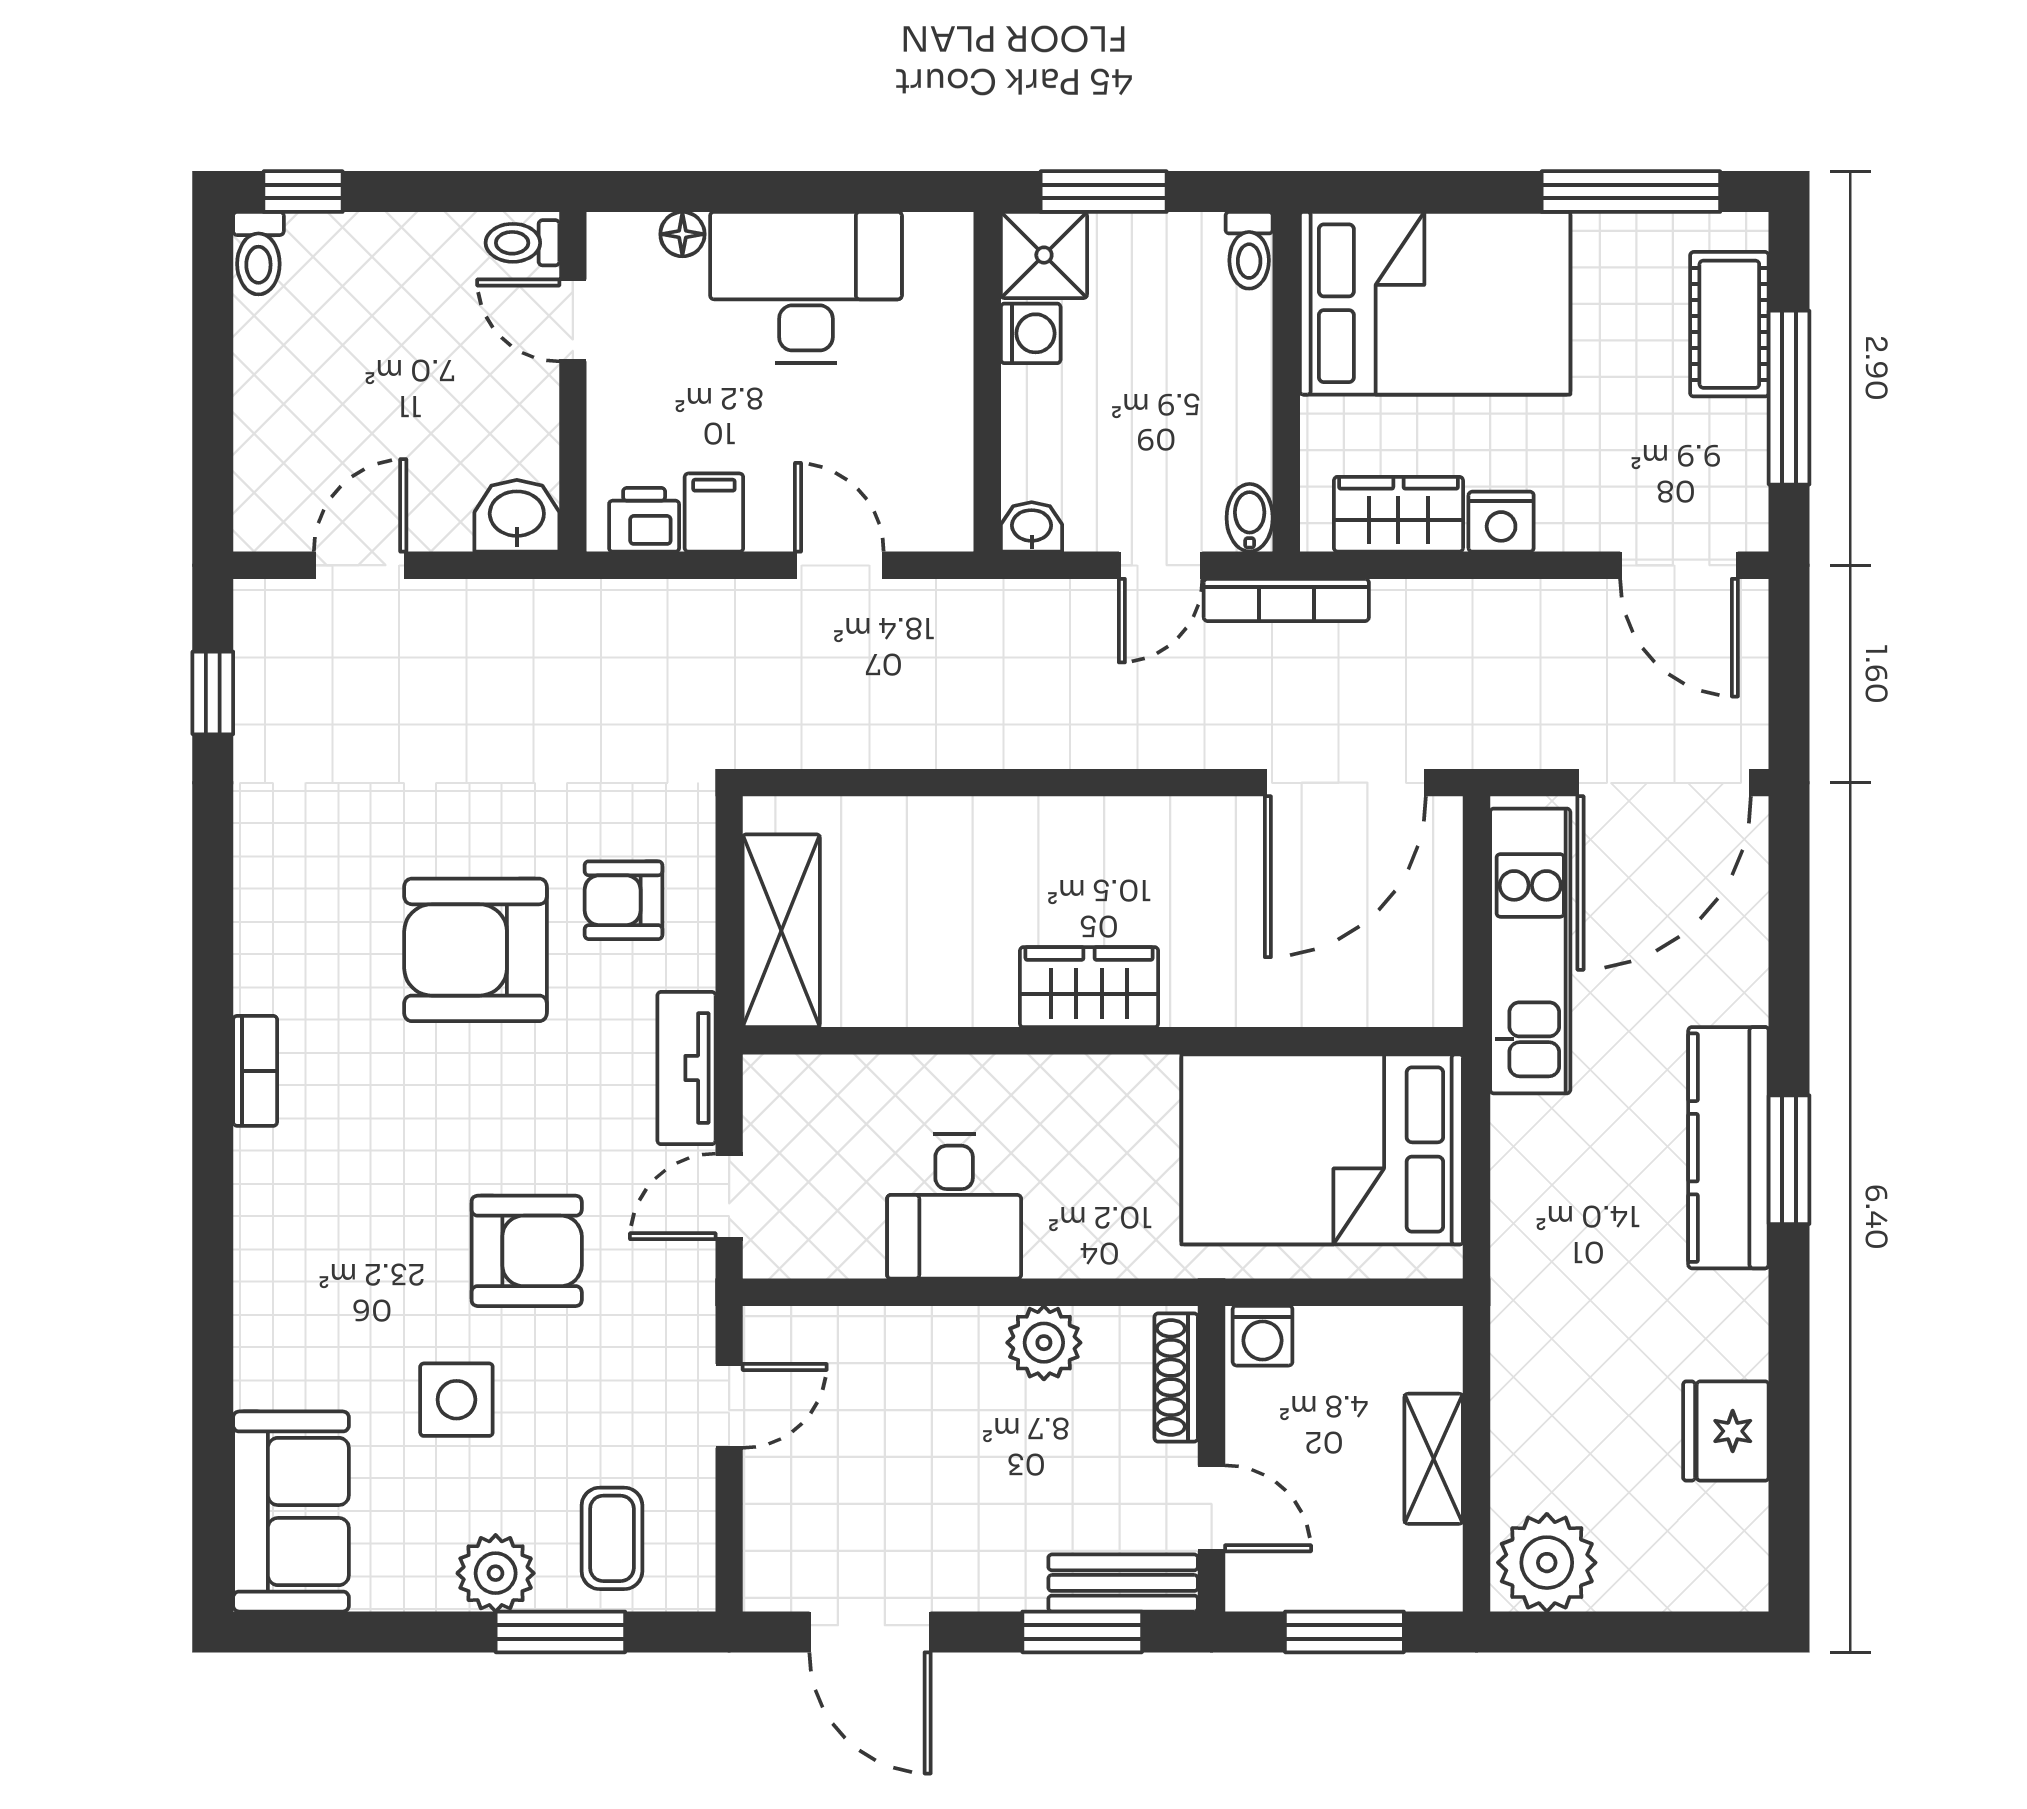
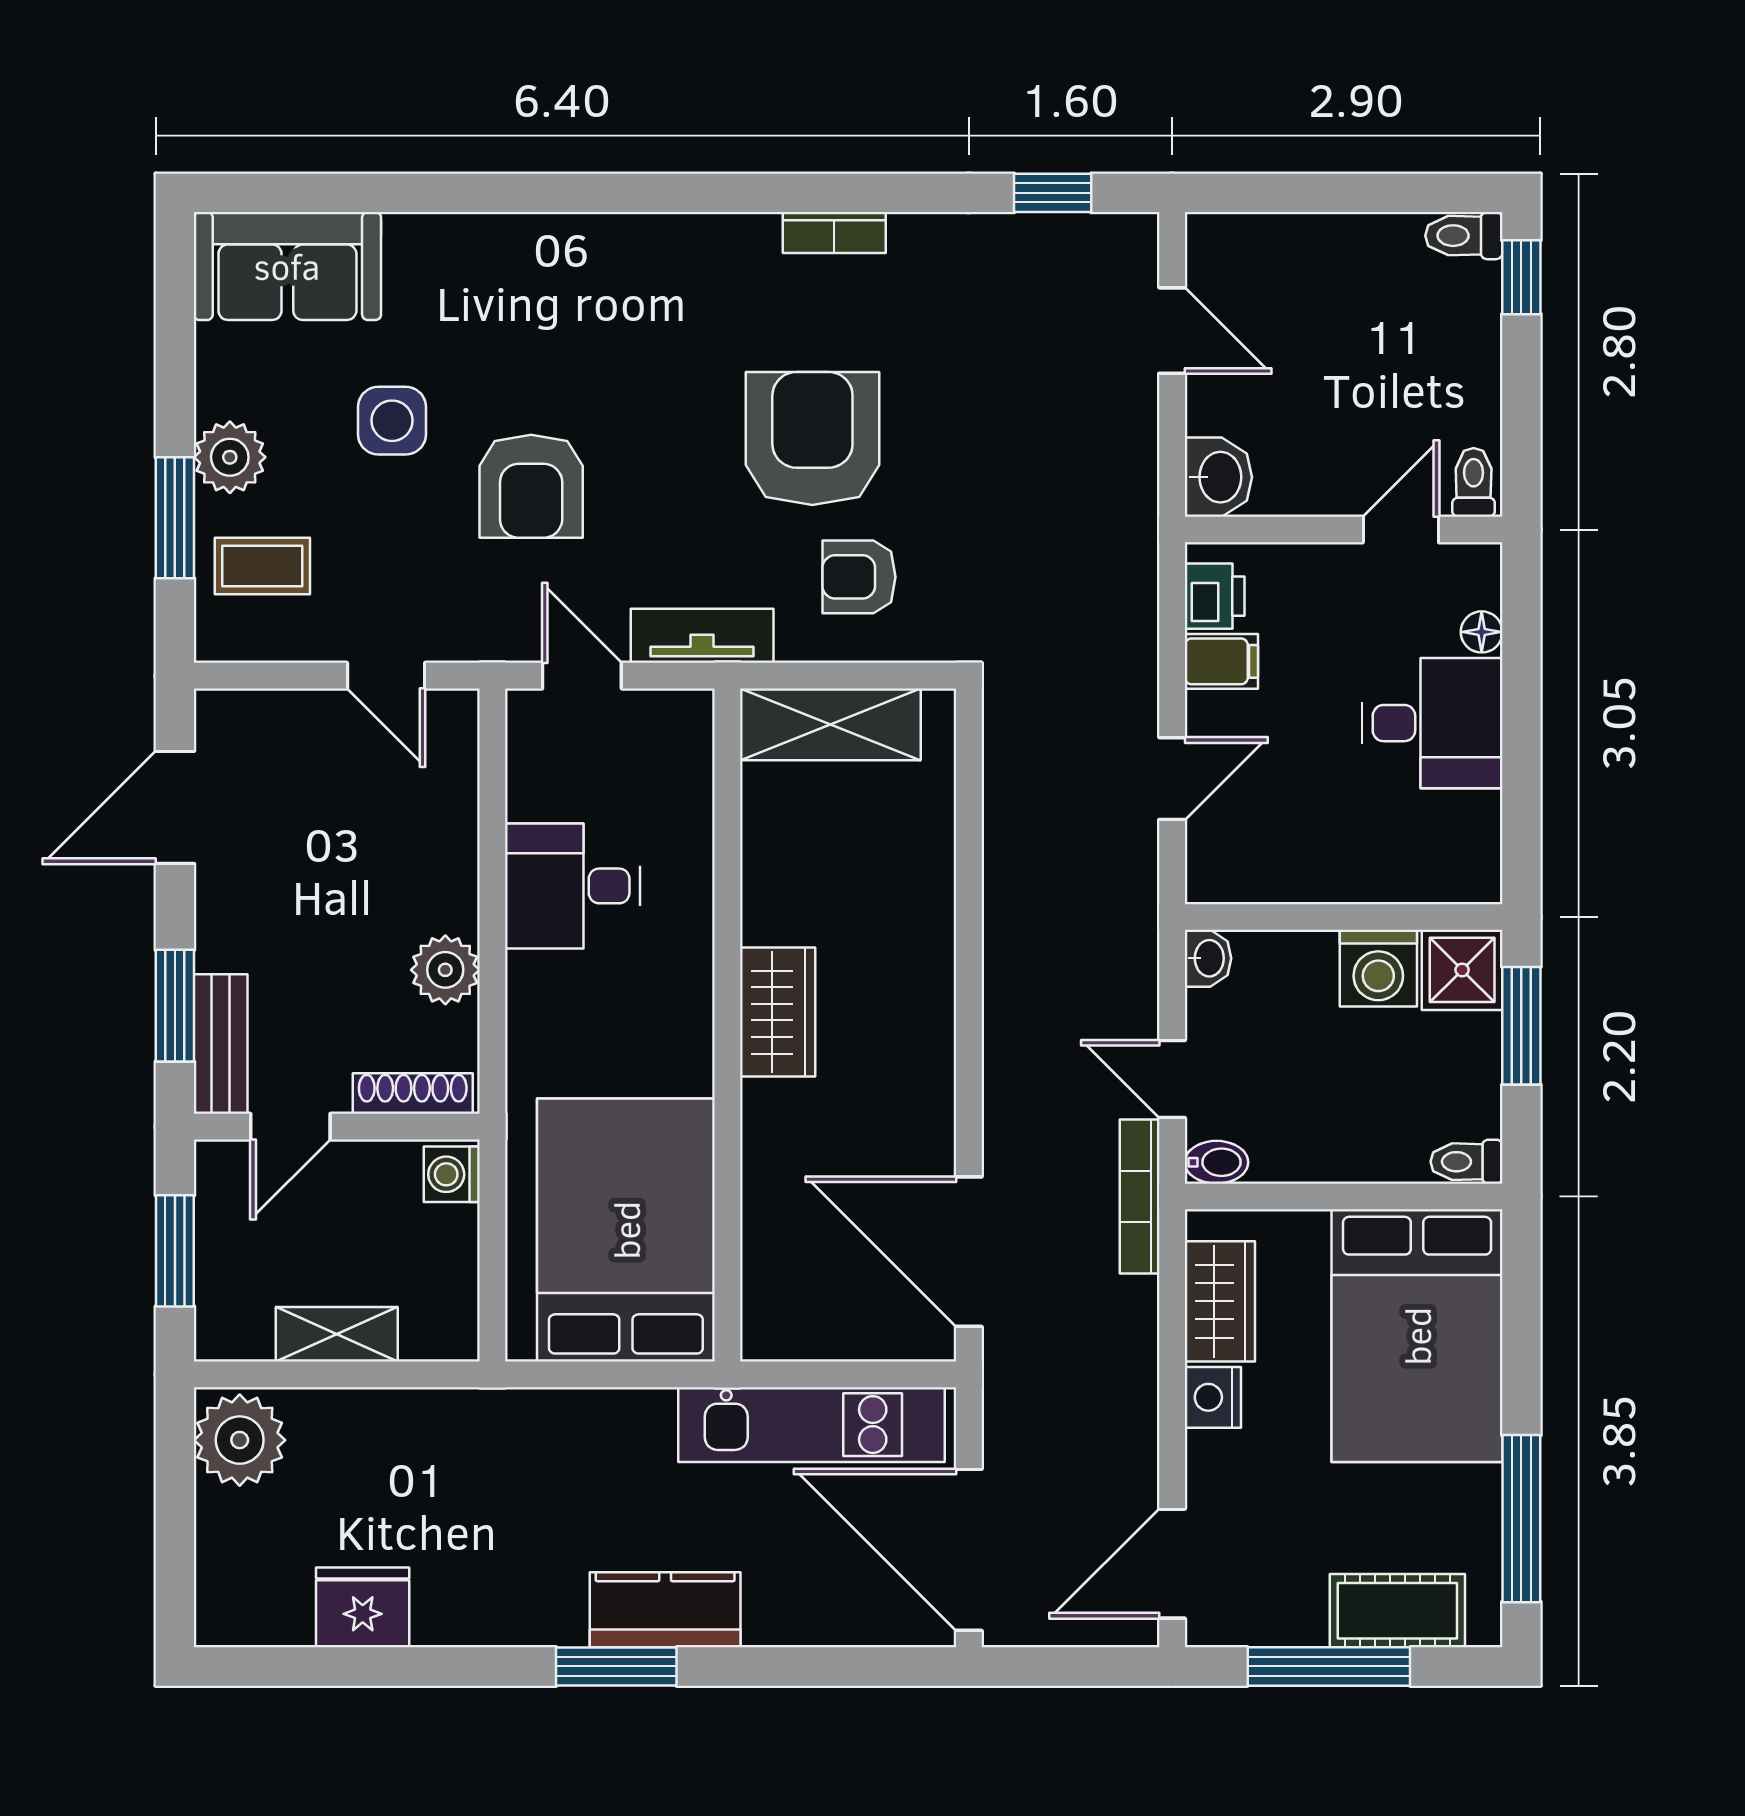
desk: (806, 287) -> (1432, 723), width x0.73
washing machine: (1031, 333) -> (1378, 968), width x1.38, depth x1.38
armchair: (624, 900) -> (859, 577), turned -90
bookcase: (255, 1071) -> (834, 232), moved
kitchen counter: (1728, 1148) -> (665, 1610), width x0.67

